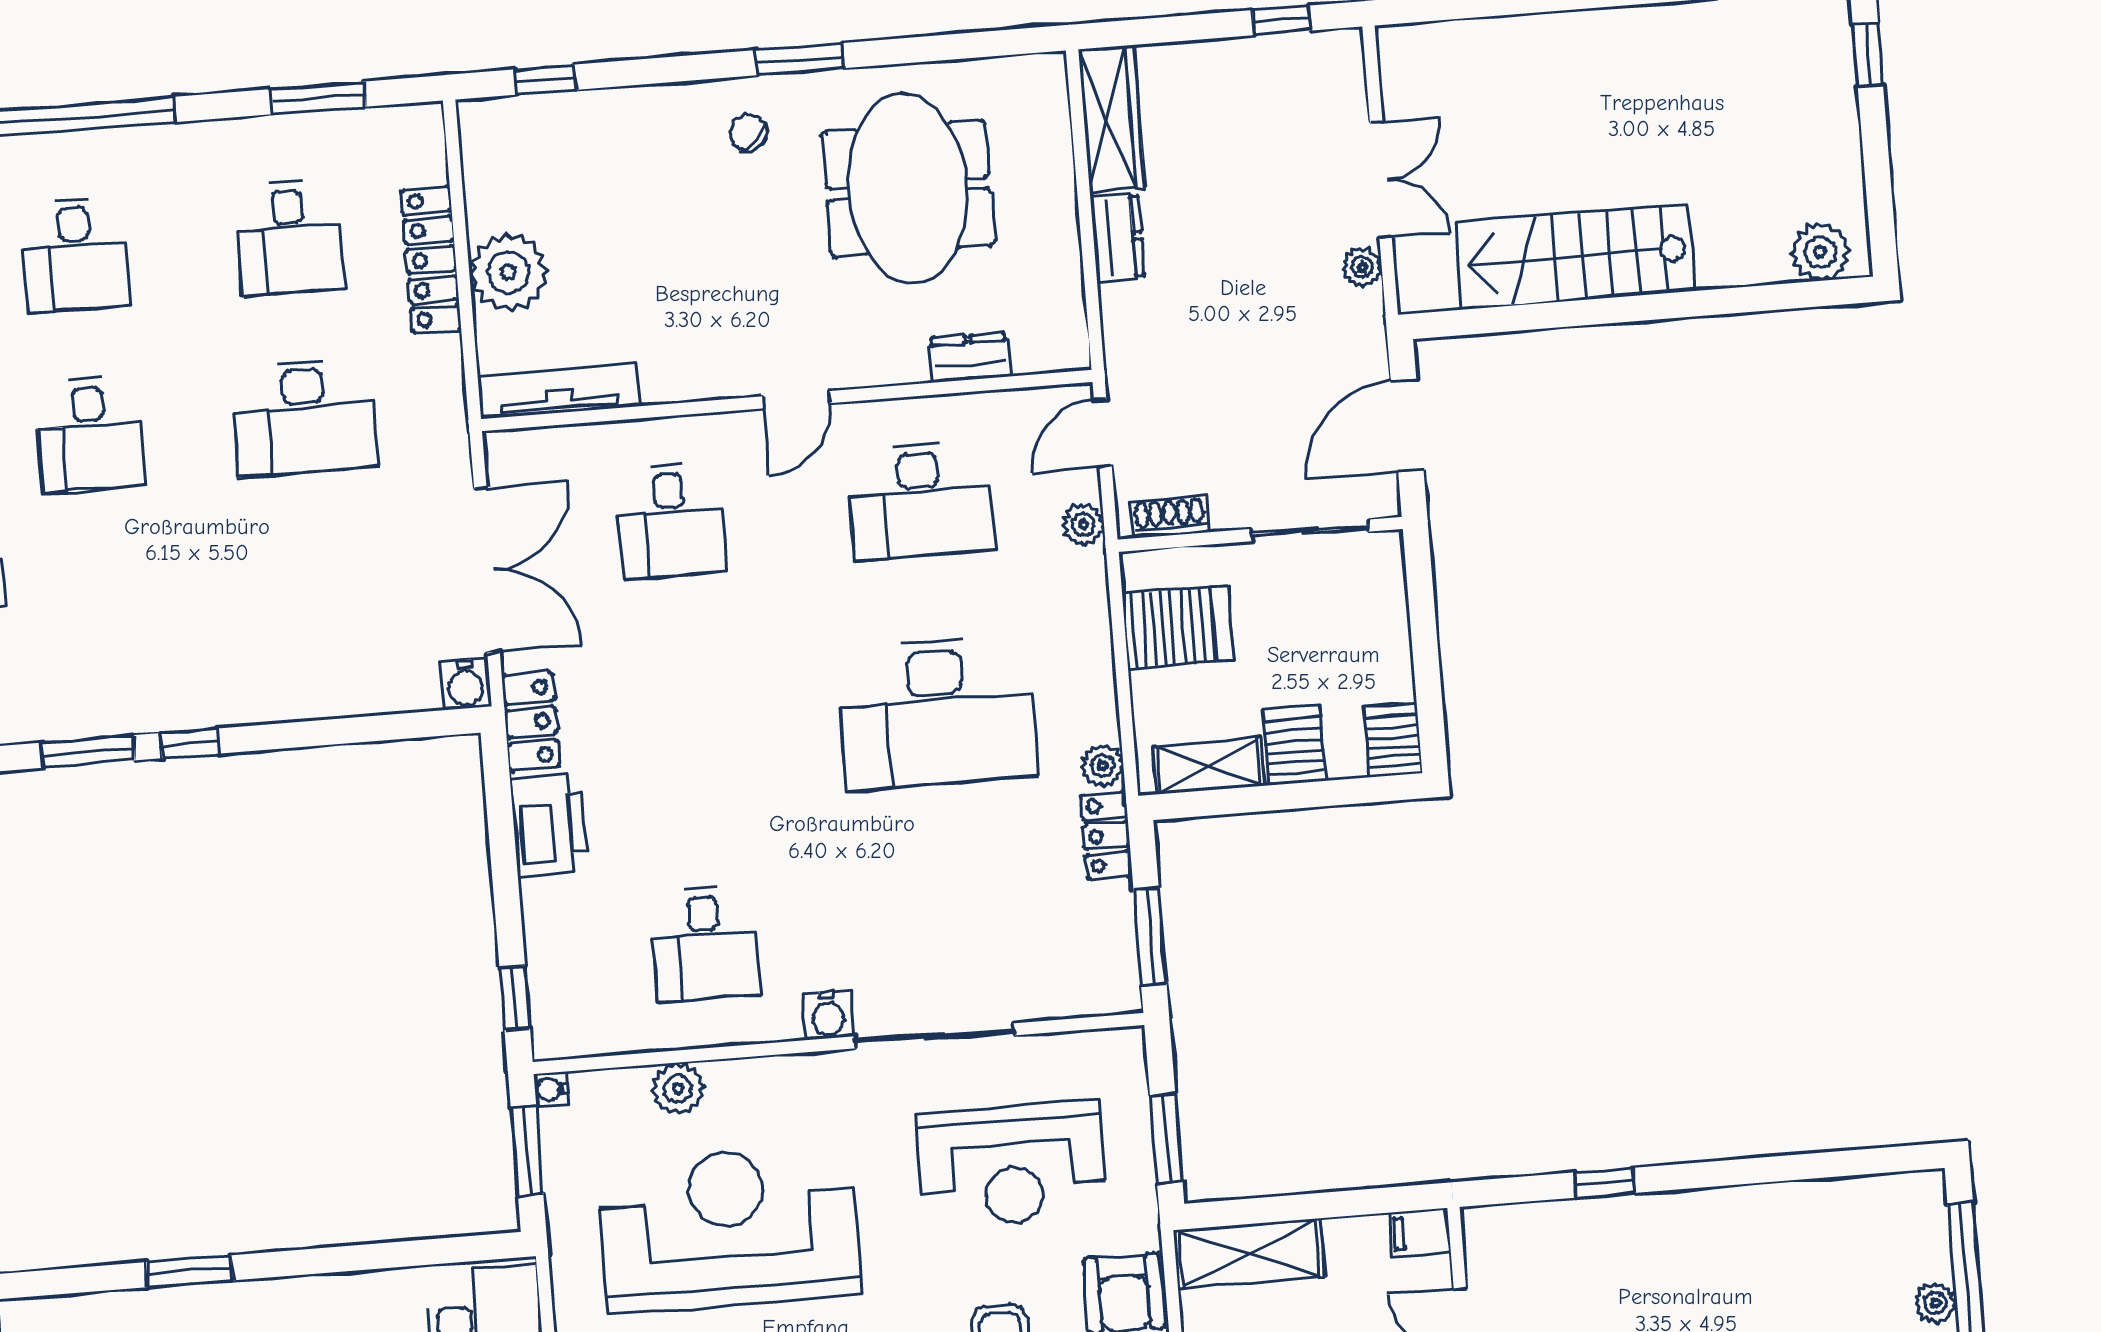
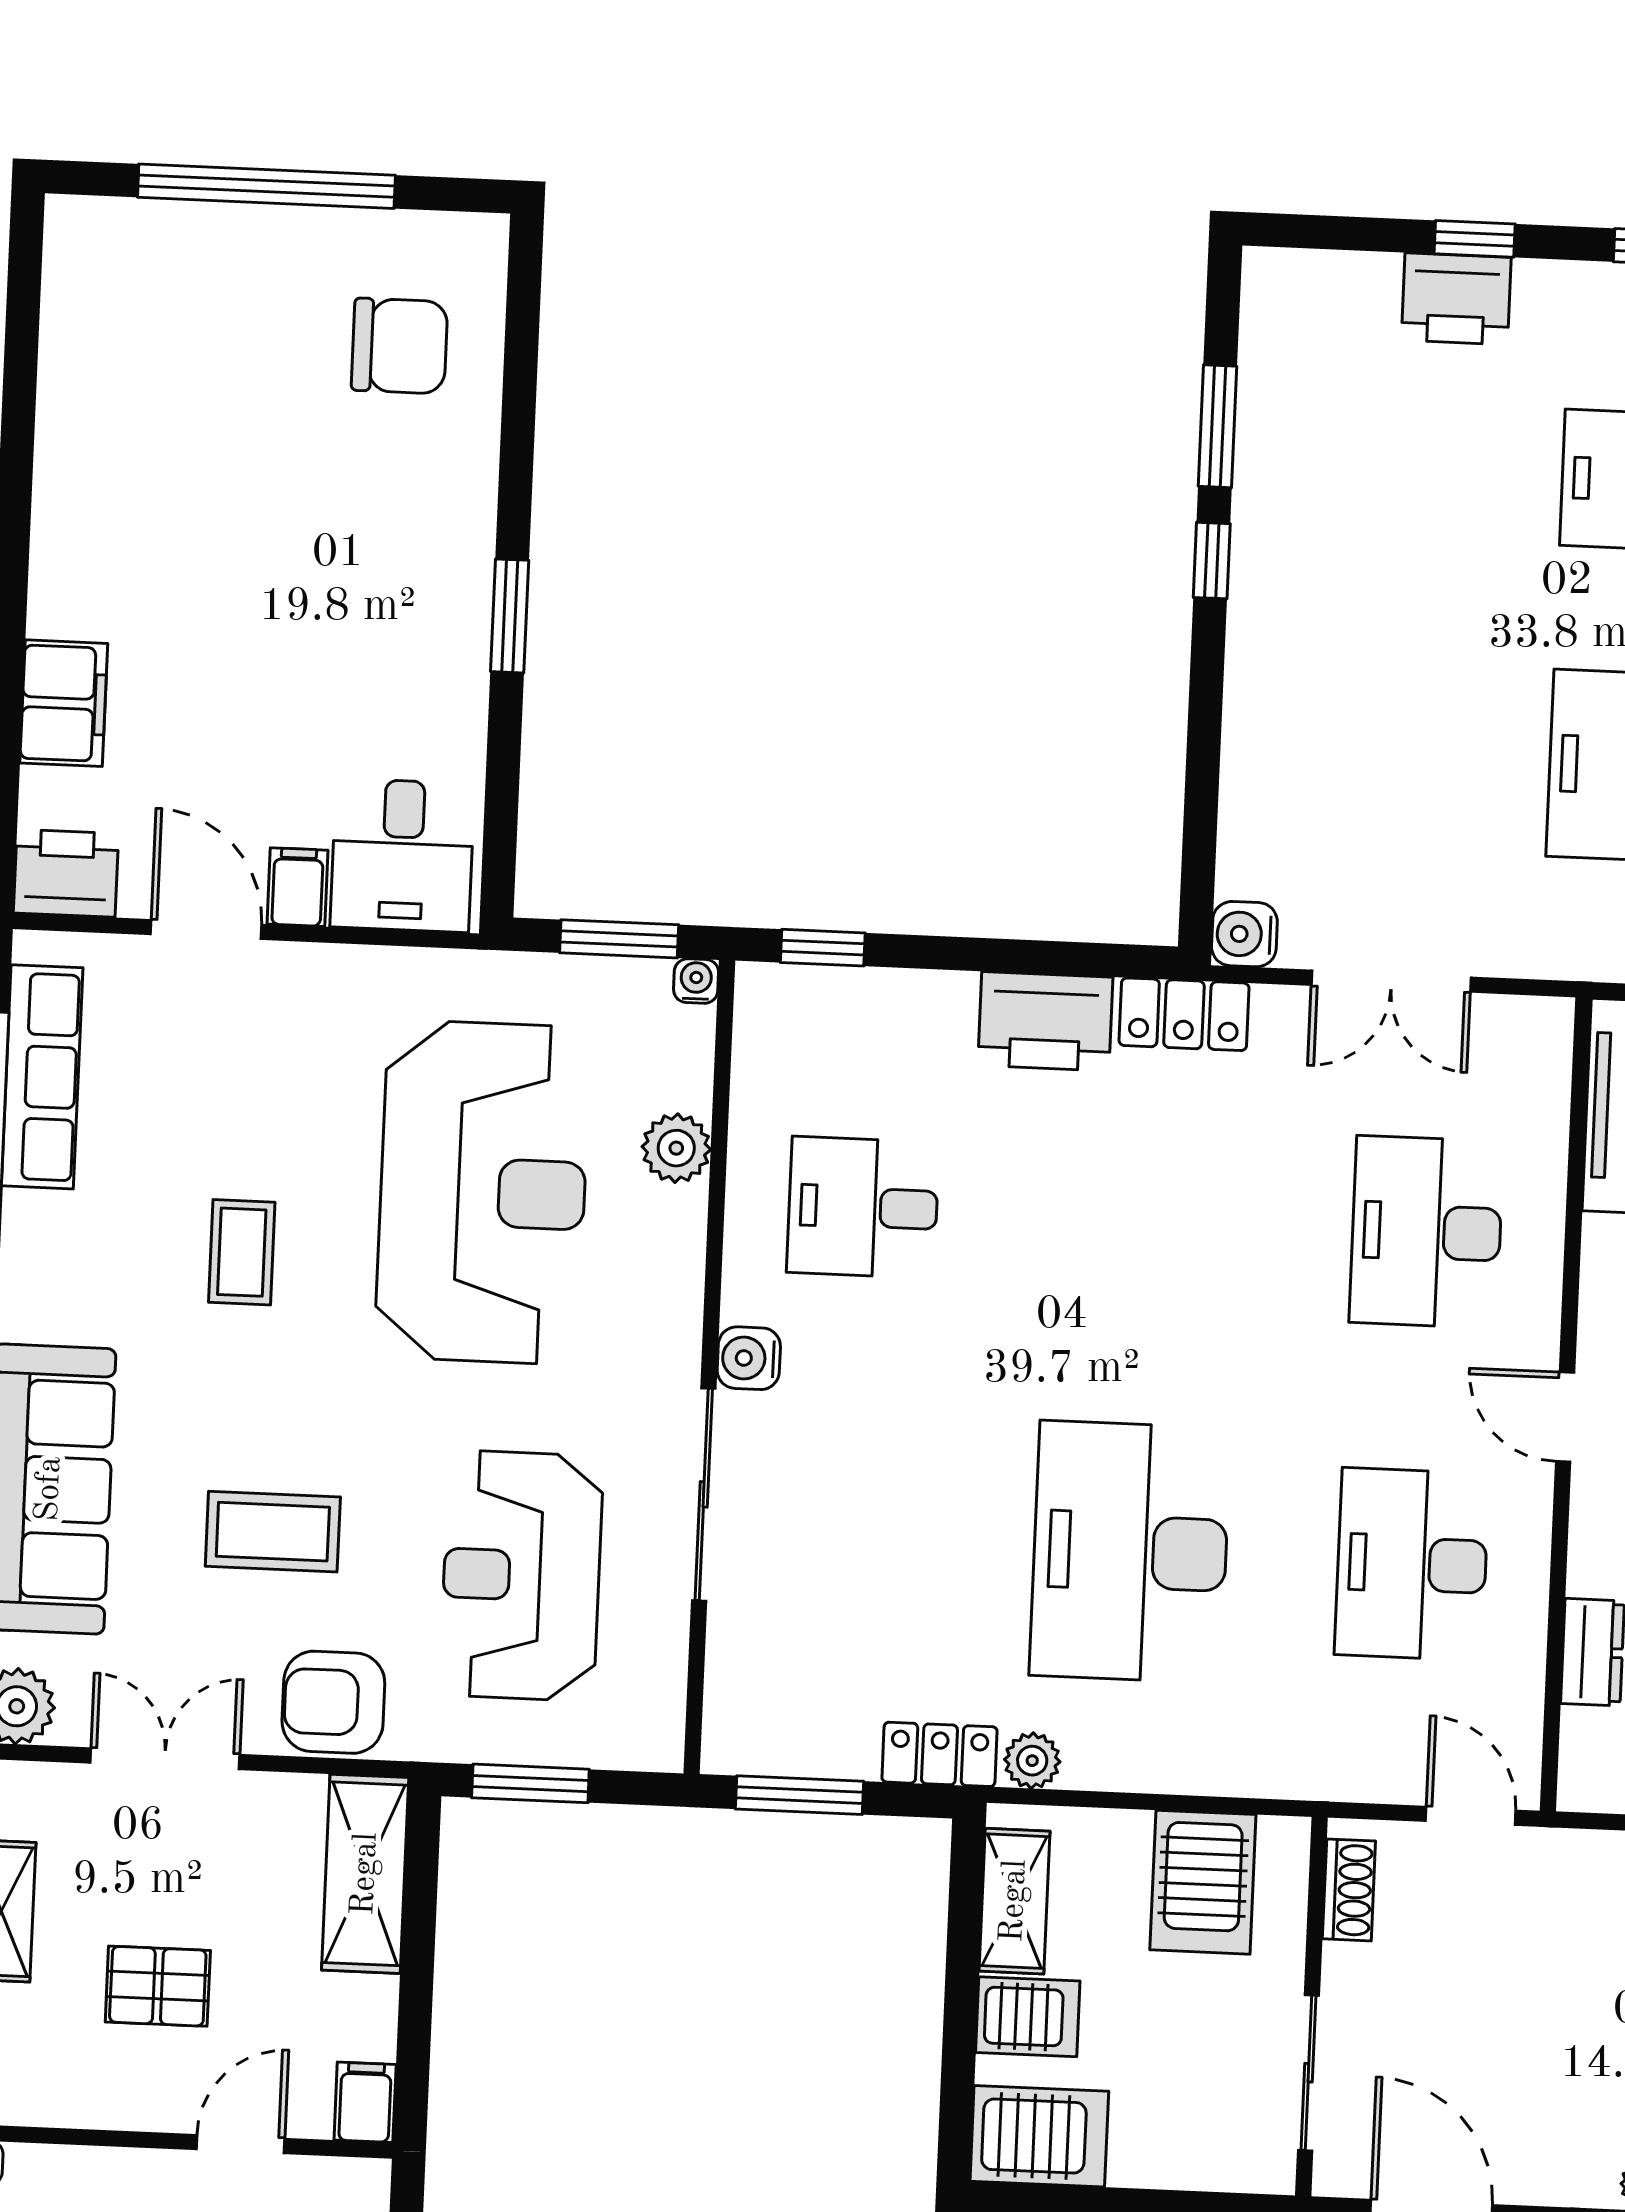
desk: (671, 520) -> (1426, 1232), width x1.37
plant: (1083, 525) -> (1353, 1775), removed
double door: (487, 570) -> (1391, 981), width x0.73
server rack: (1393, 740) -> (1039, 2136), width x1.36, depth x1.44
window: (189, 1271) -> (510, 616), moved

